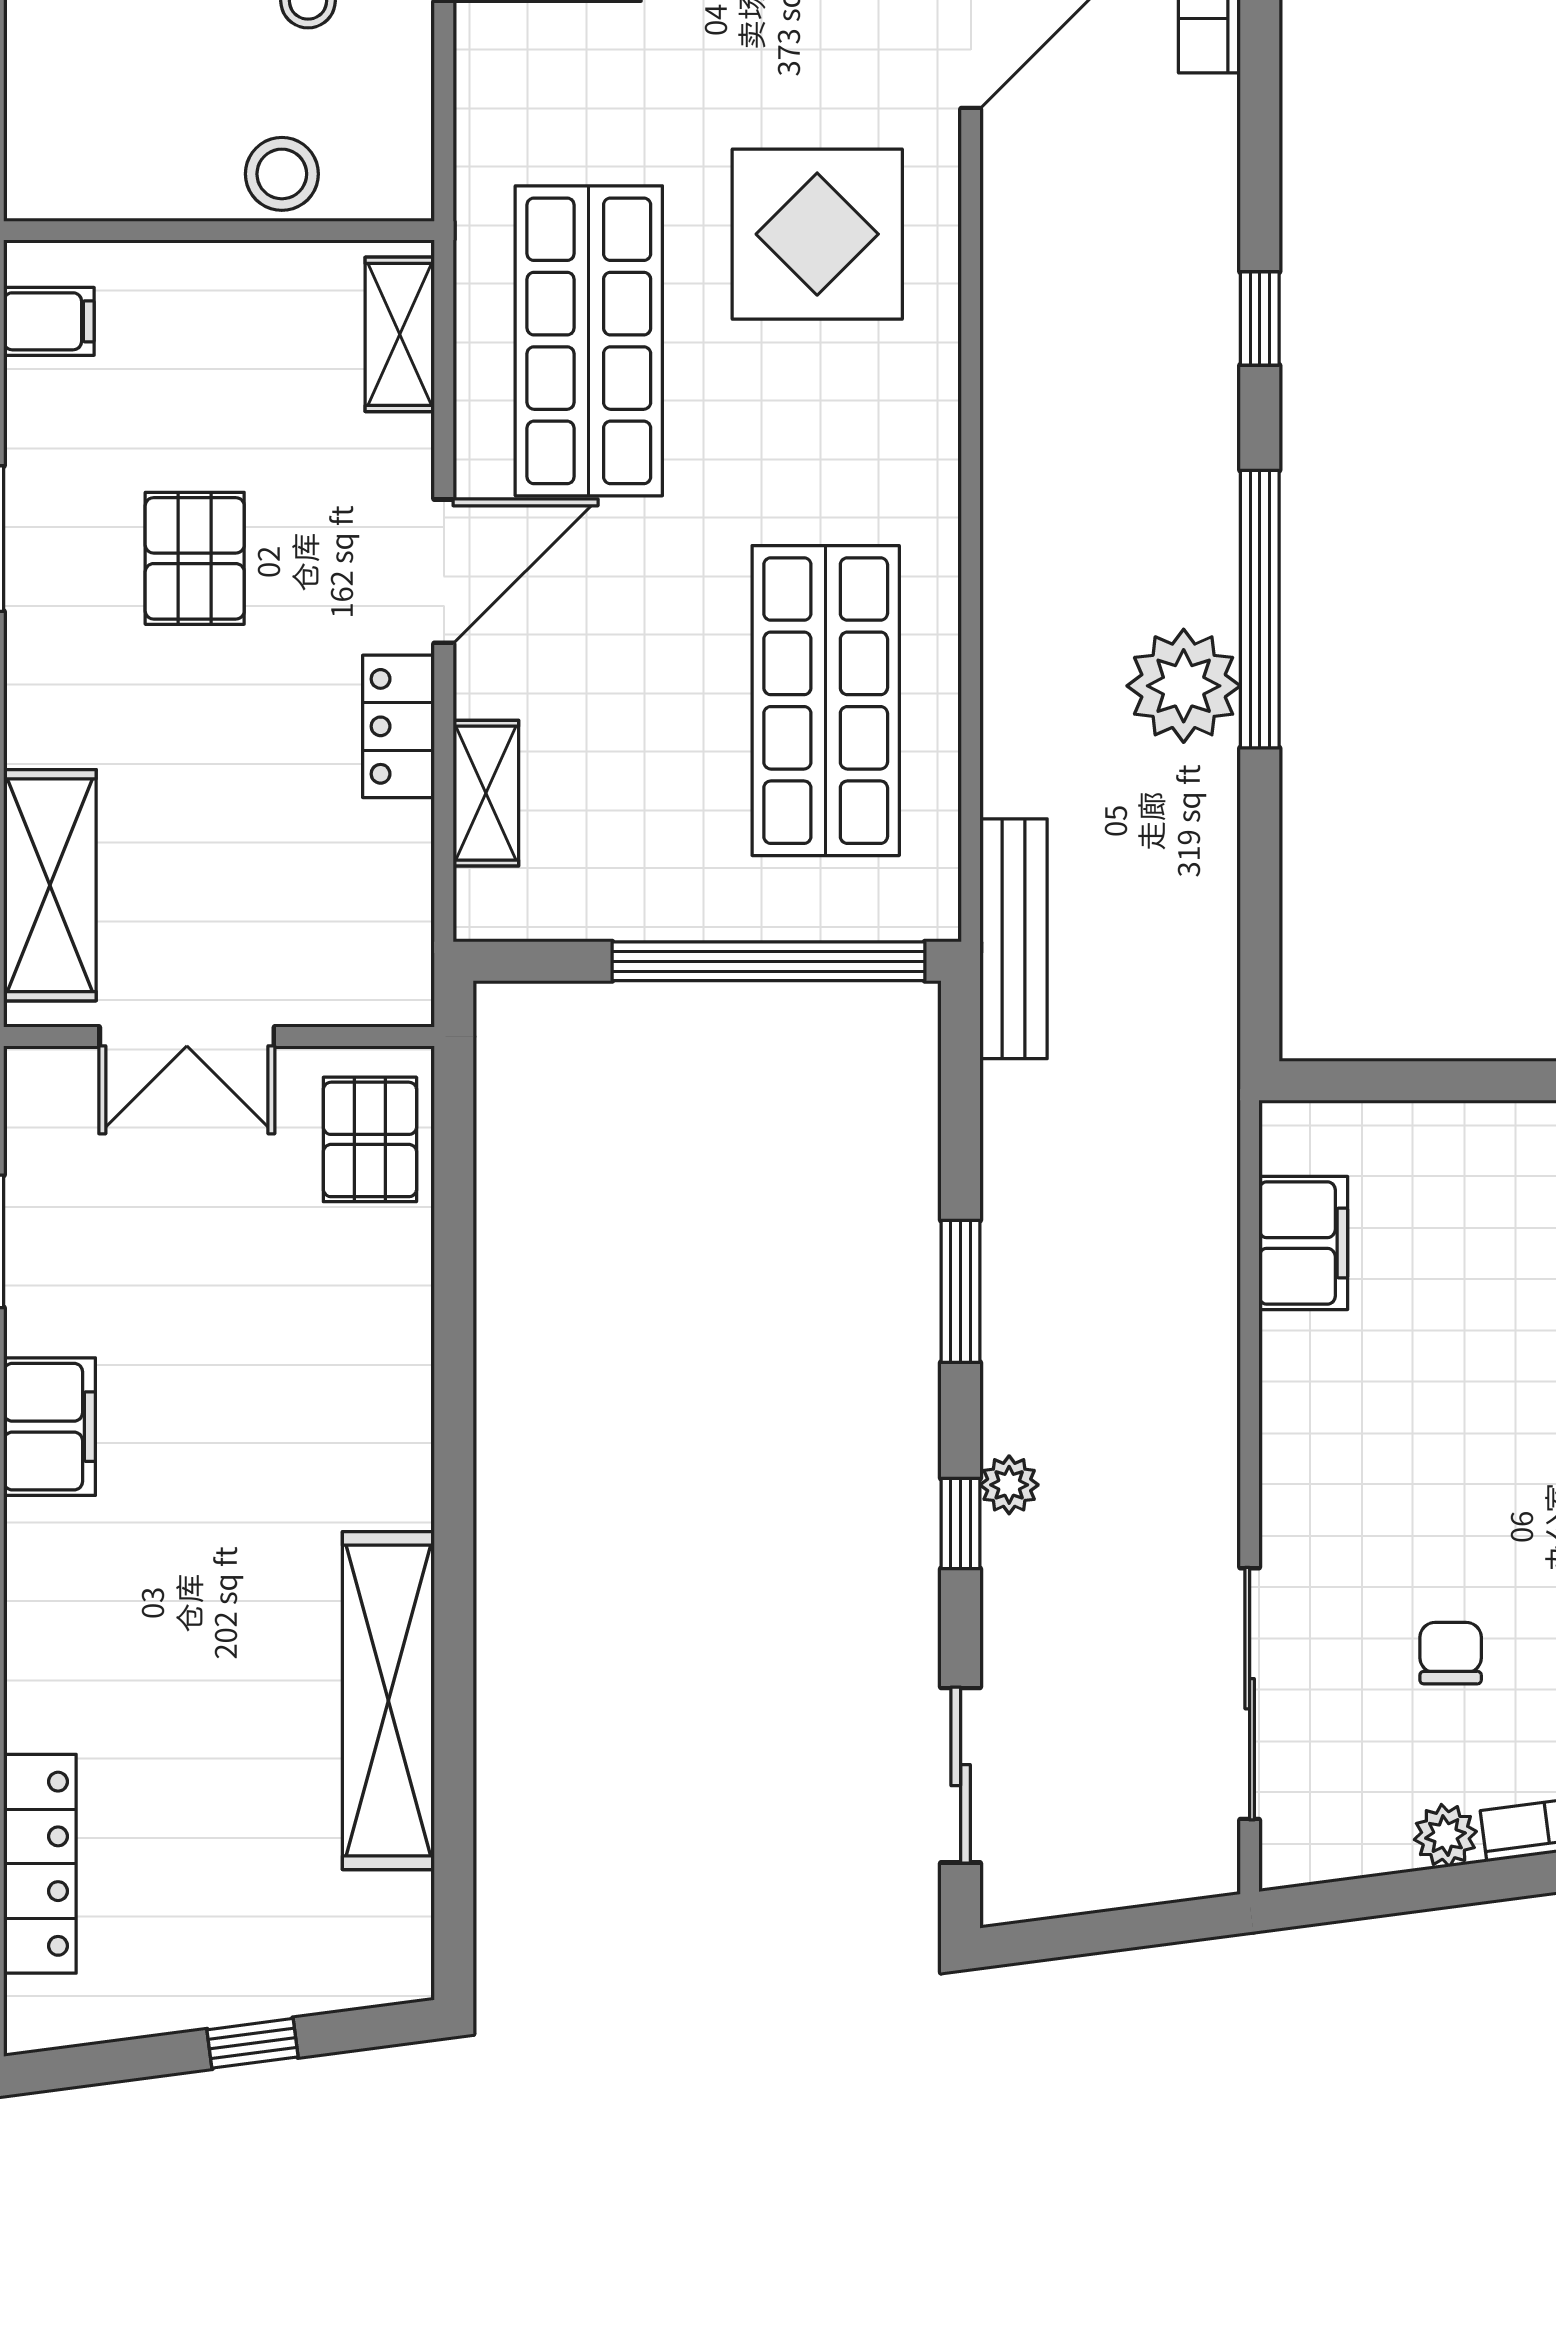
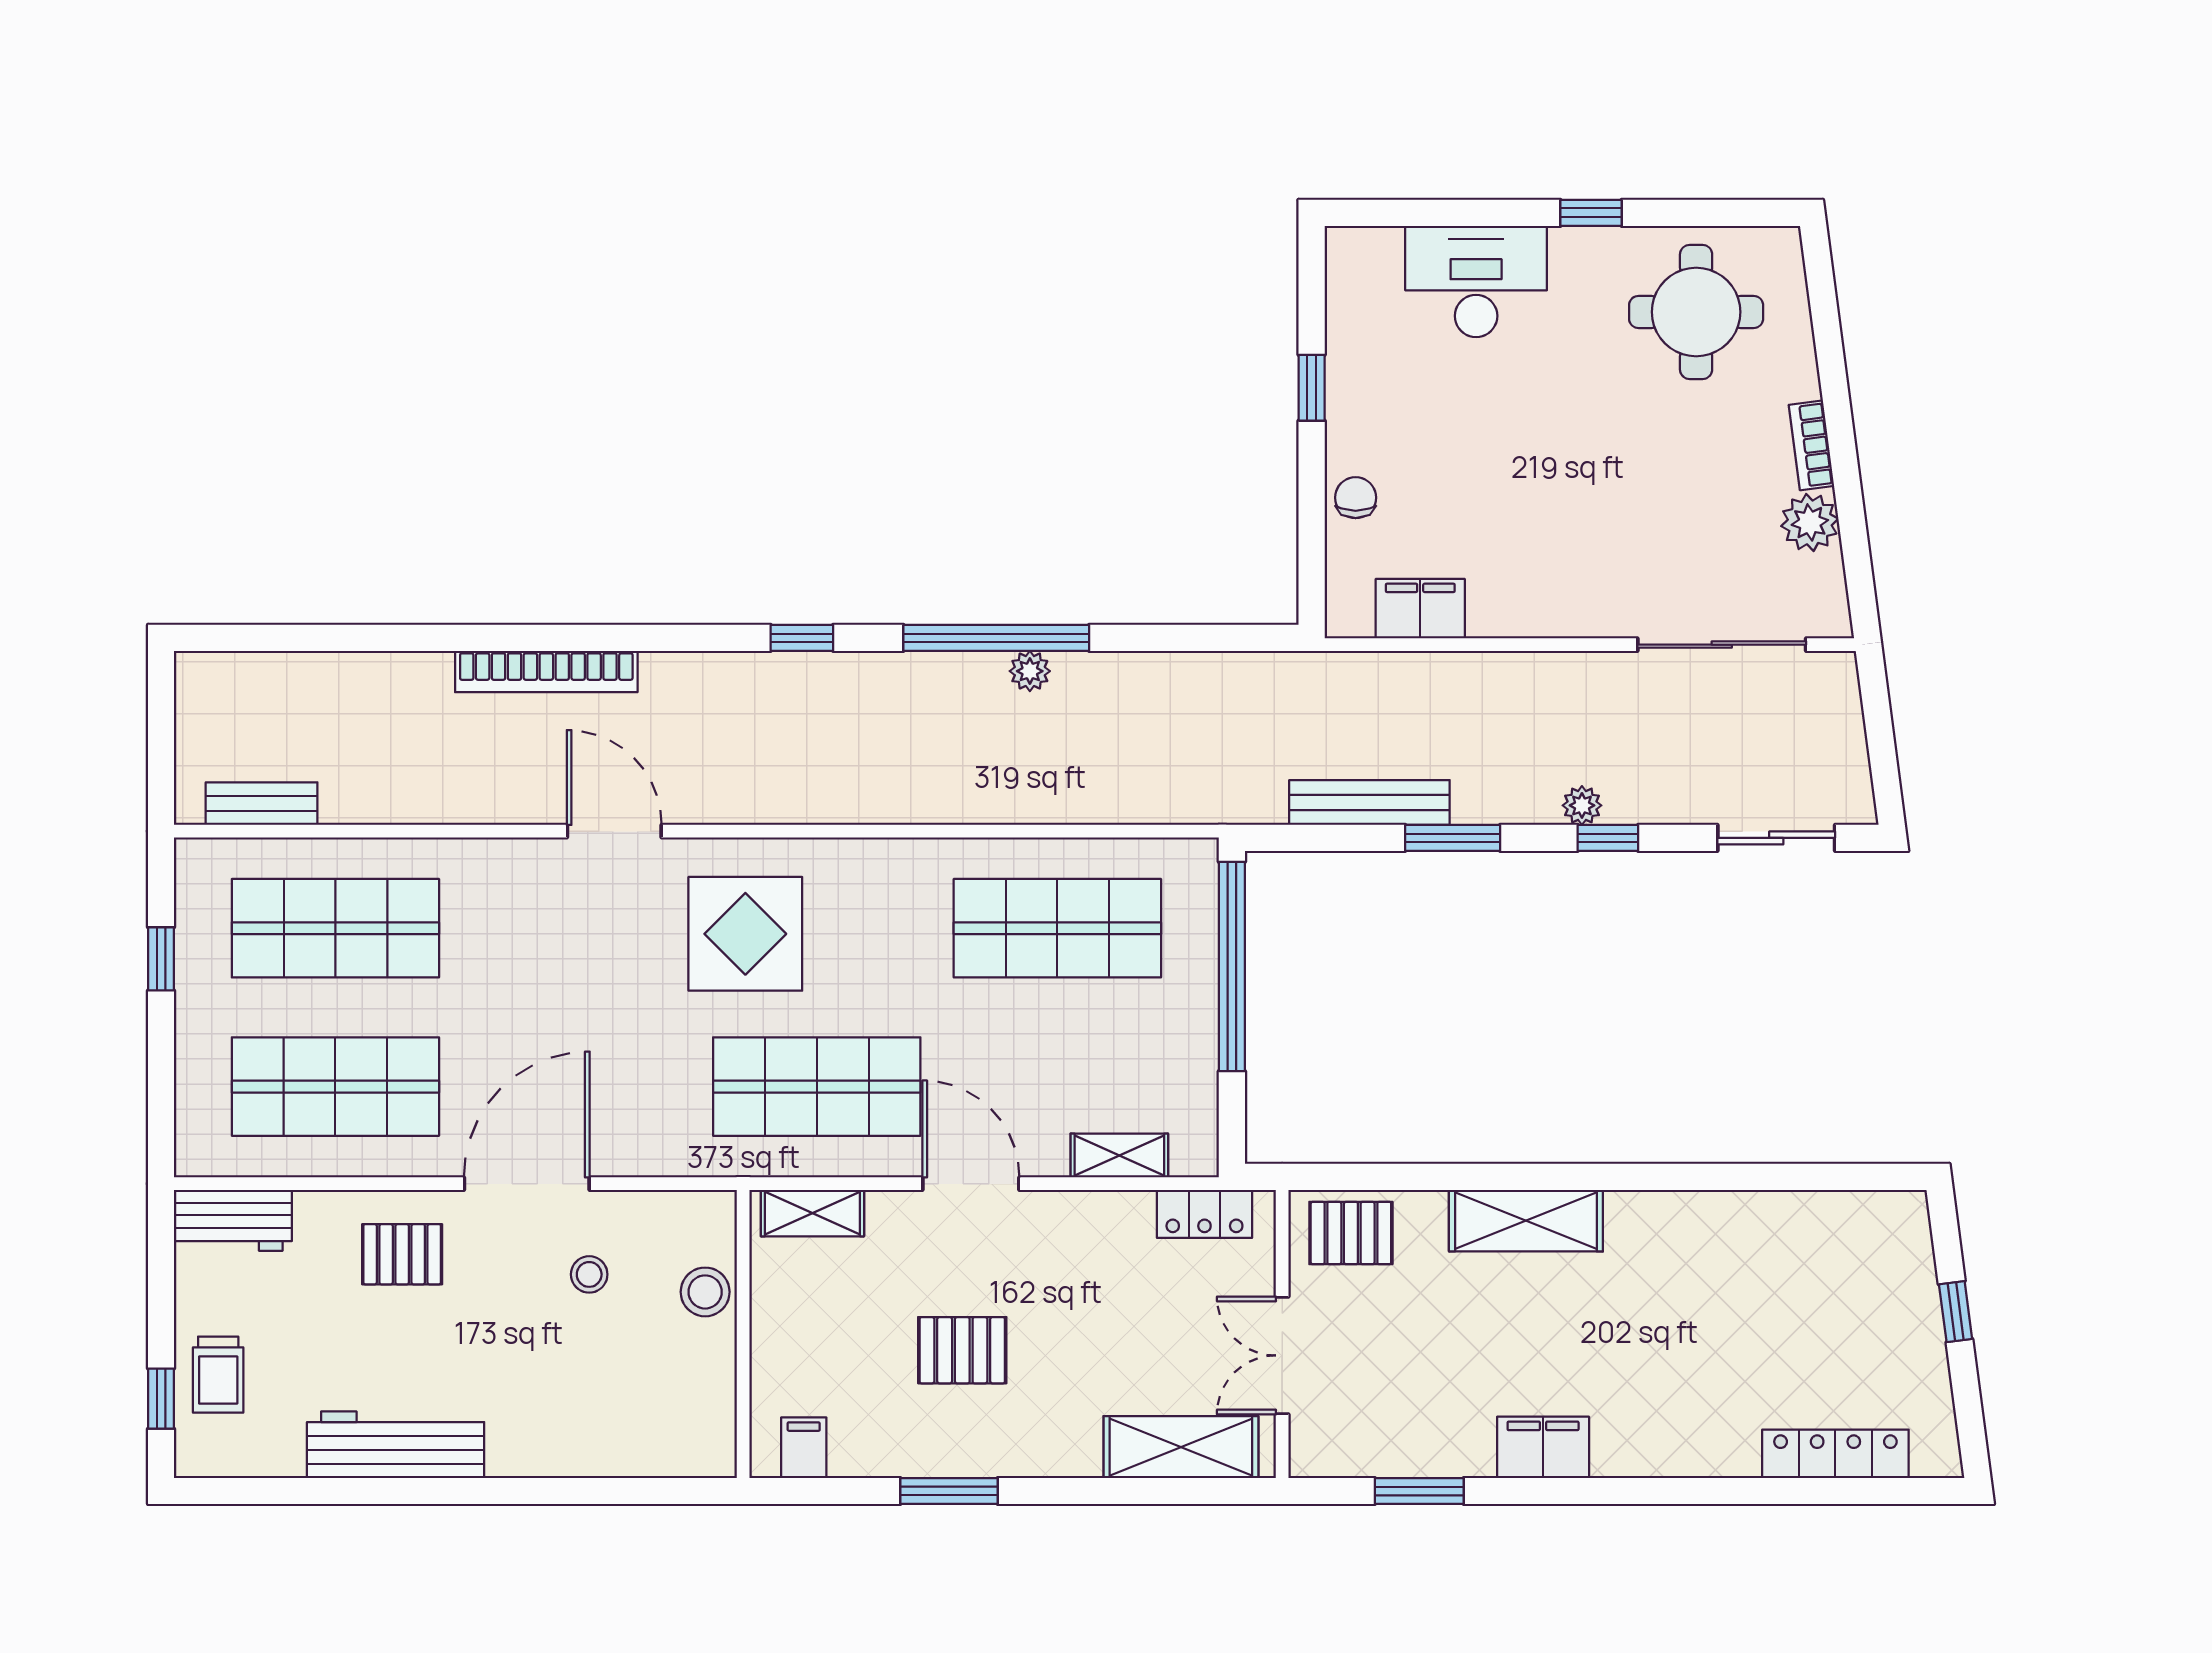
plant: (1184, 686) -> (1030, 671), width x0.53, depth x0.53
locker: (399, 726) -> (1204, 1214), moved
bench: (1014, 939) -> (1369, 802), moved
double door: (187, 1037) -> (1282, 1355), swing flipped
chair: (1451, 1653) -> (1356, 498), moved, turned 90
shelving: (388, 1701) -> (1526, 1221), moved, width x0.68
plant: (1445, 1836) -> (1810, 522), width x1.38, depth x1.38

